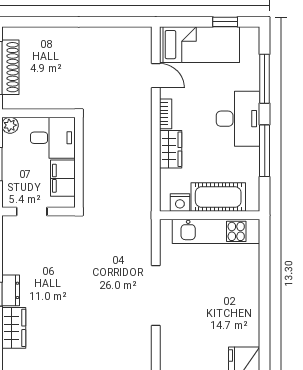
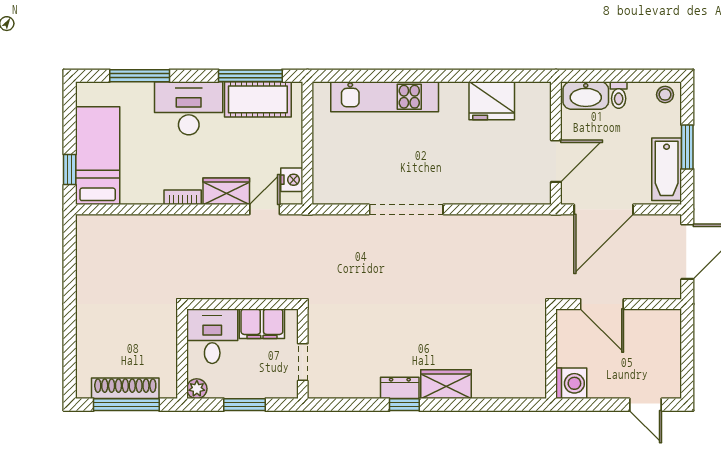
window: (225, 22) -> (70, 170), moved
door: (156, 76) -> (265, 209), moved
window: (265, 151) -> (250, 76), moved
cot: (218, 197) -> (258, 99), moved, turned 90
kitchen unit: (216, 231) -> (385, 97), moved, turned 90

